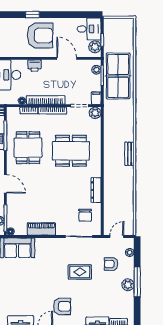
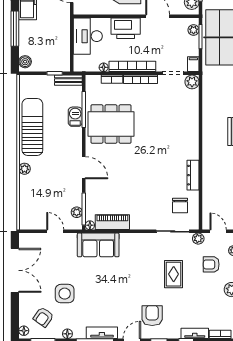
printer: (35, 66) -> (126, 28), width x1.87, depth x1.48
dining table: (28, 148) -> (111, 124), width x1.37
dining table: (71, 151) -> (163, 128), removed
piano: (41, 229) -> (112, 222), moved
door: (117, 237) -> (218, 231), hinge flipped
plant: (100, 243) -> (198, 239), added
rug: (80, 272) -> (174, 274), turned 90
armchair: (62, 306) -> (152, 316), turned -90

